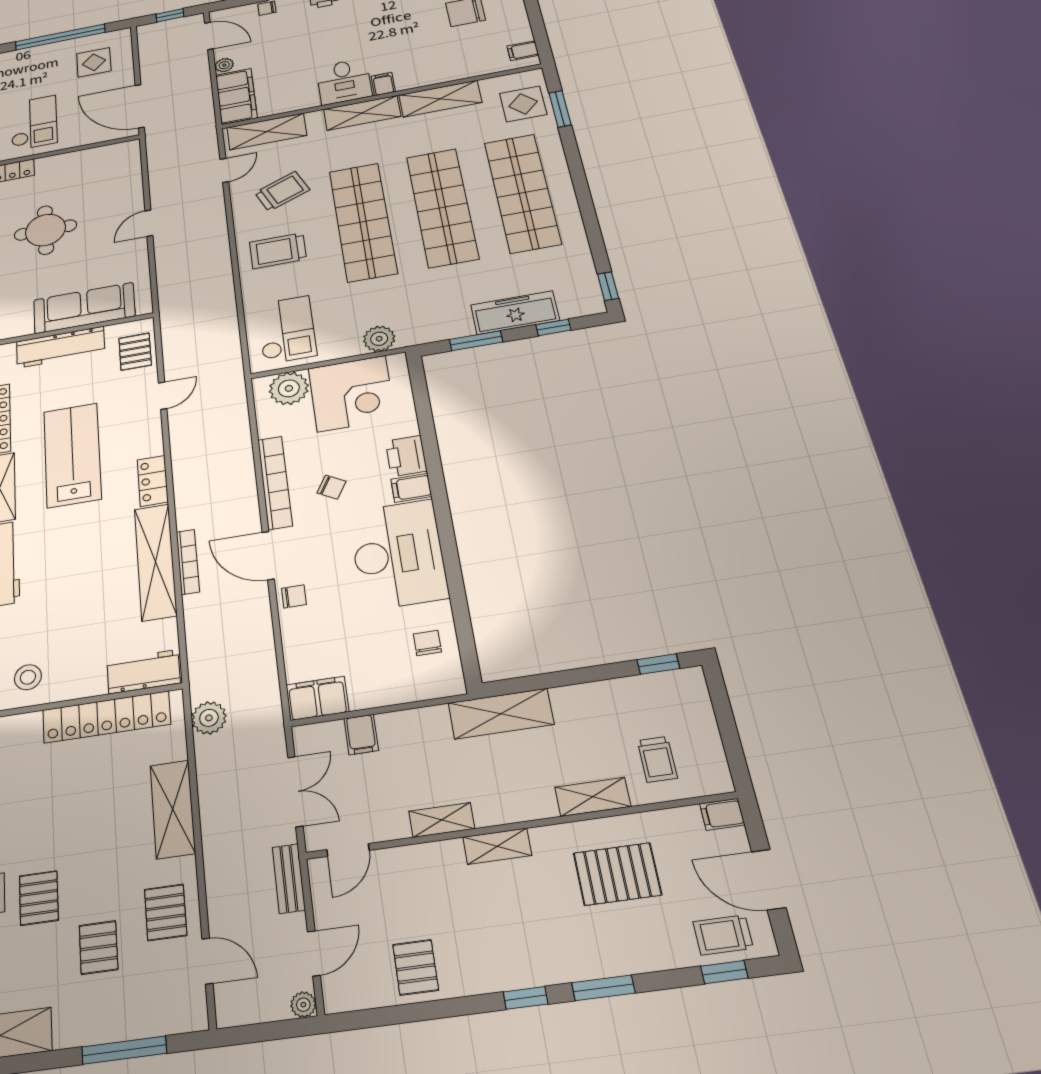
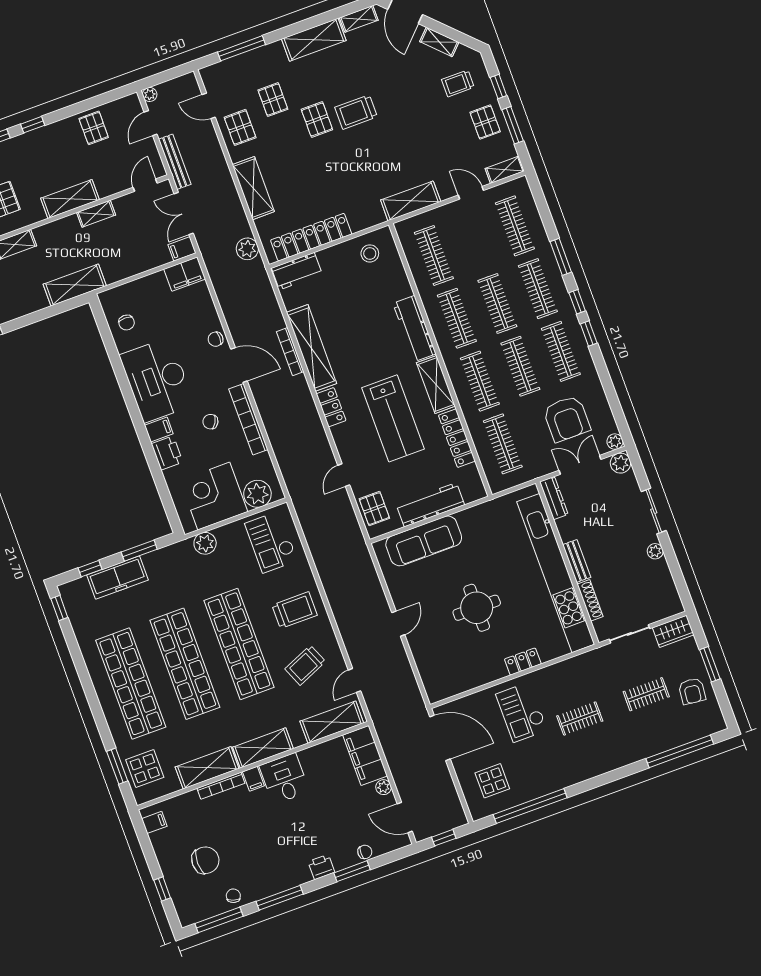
bookcase: (427, 80) -> (221, 786), added
filing cabinet: (361, 734) -> (182, 249), moved, turned -90
shelving: (497, 846) -> (70, 199), width x1.50, depth x1.33
bench: (289, 878) -> (175, 162), width x1.36

